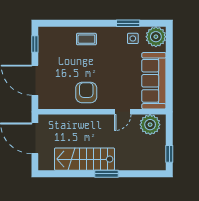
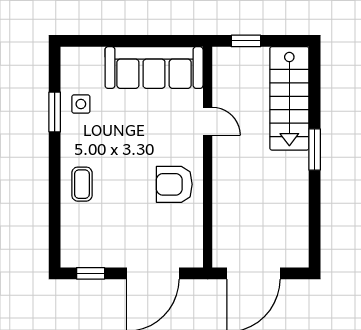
plant: (156, 37) -> (78, 64), removed
plant: (150, 125) -> (230, 74), removed
window: (169, 154) -> (246, 41), moved
stairs: (85, 159) -> (289, 98), moved

